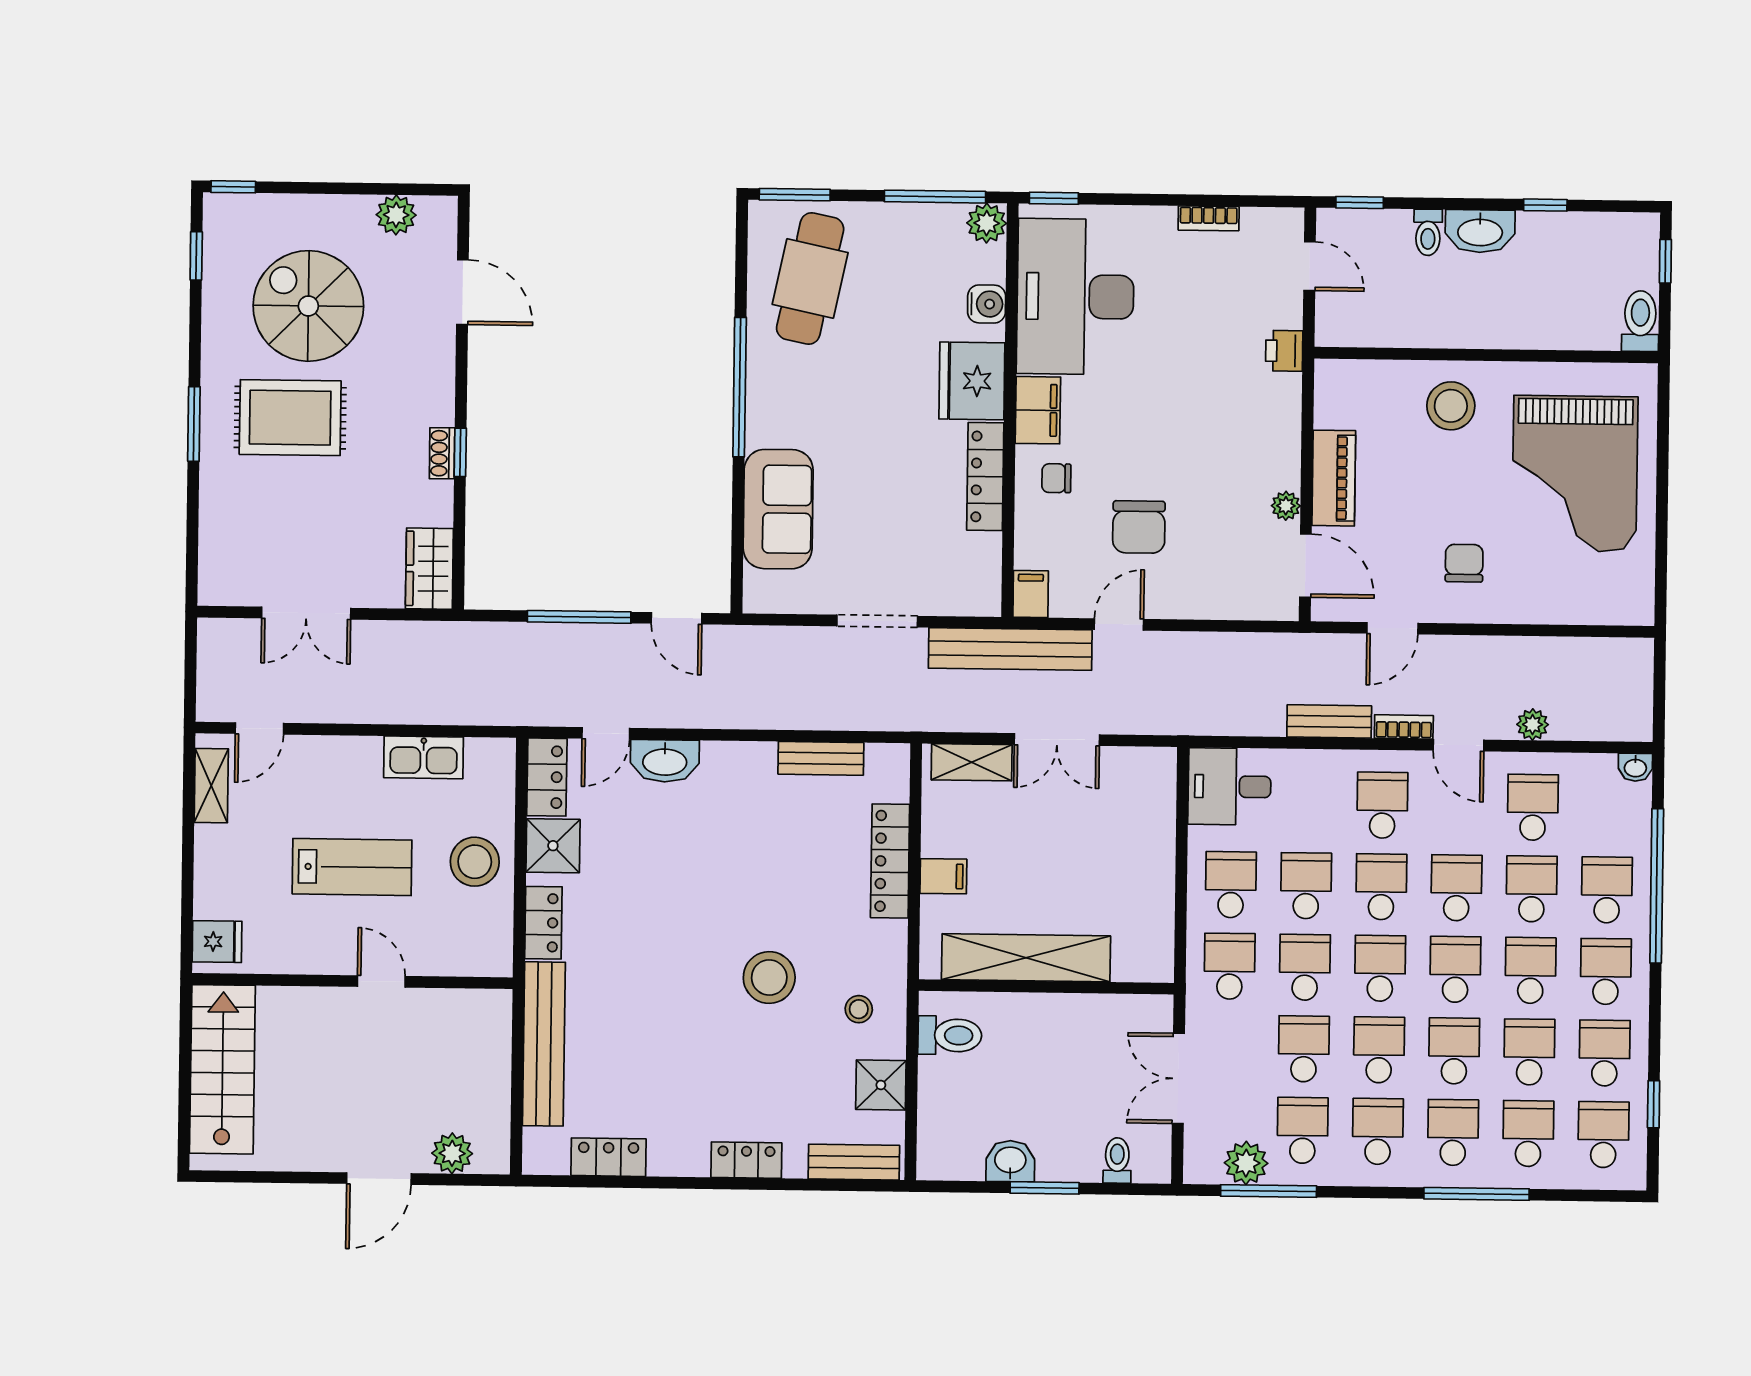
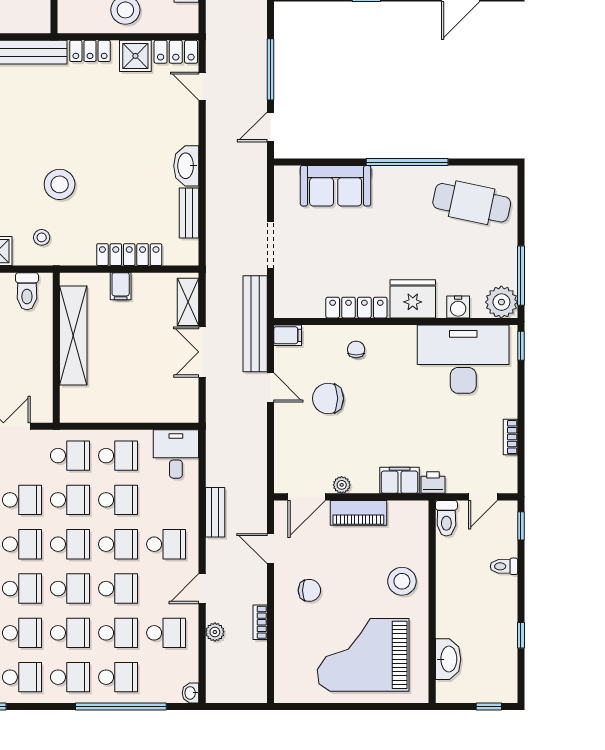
window: (795, 195) -> (521, 193), removed
plant: (987, 223) -> (501, 302), width x1.36, depth x1.36
washbasin: (1480, 231) -> (448, 659), moved, turned 180
toilet: (1640, 321) -> (446, 518), moved, turned 90
filing cabinet: (1038, 410) -> (400, 480), moved, turned 180
bookcase: (1404, 727) -> (260, 622), moved, turned 180
washbasin: (665, 761) -> (186, 166), moved

